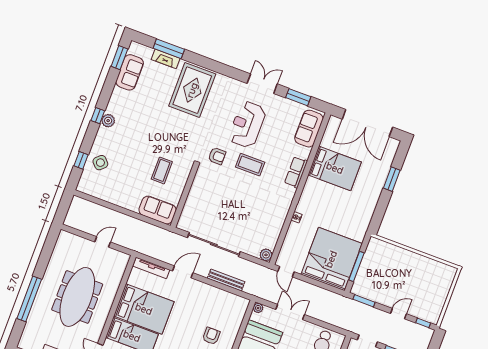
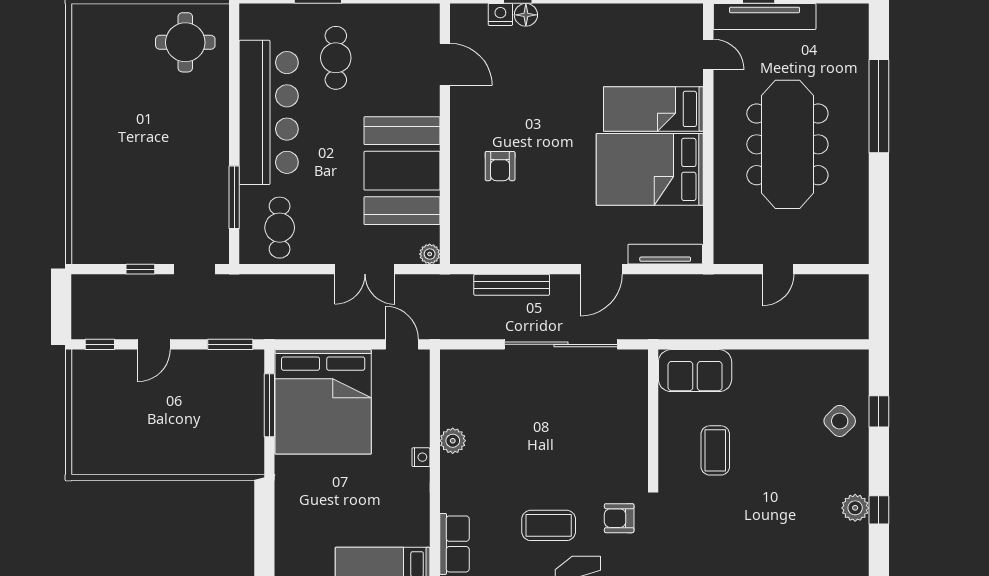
plant: (266, 255) -> (453, 441), moved

